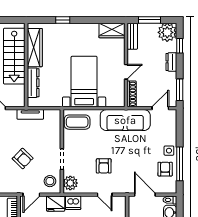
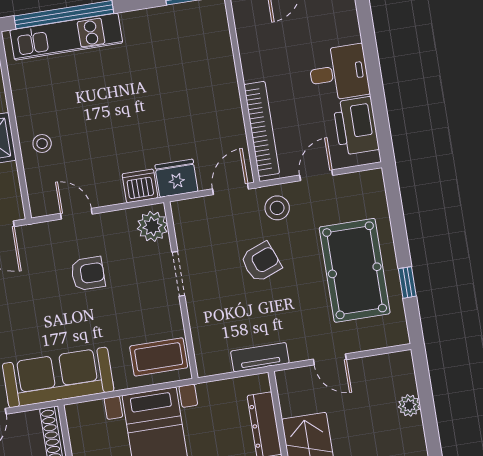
armchair: (23, 158) -> (261, 262), turned 115
armchair: (104, 166) -> (88, 274), turned 90
stool: (50, 181) -> (277, 208), moved

